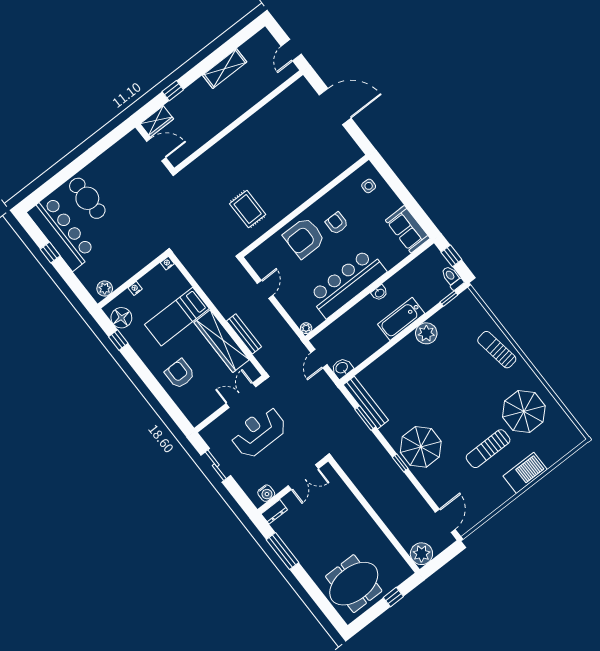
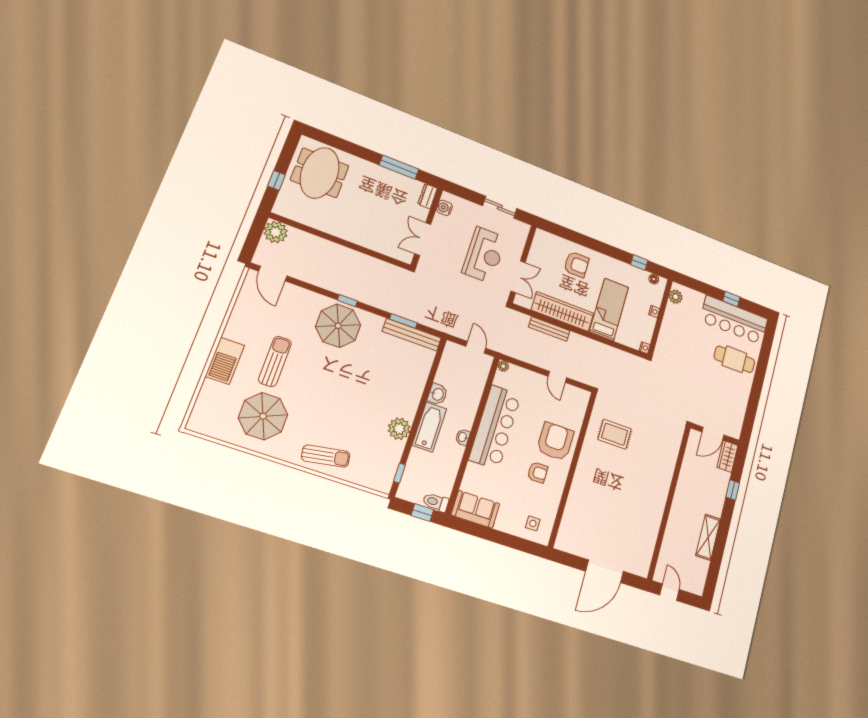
toilet: (452, 278) -> (436, 502), moved, turned 180
floor lamp: (121, 318) -> (654, 279), width x0.53, depth x0.53
washbasin: (342, 368) -> (438, 394), moved

